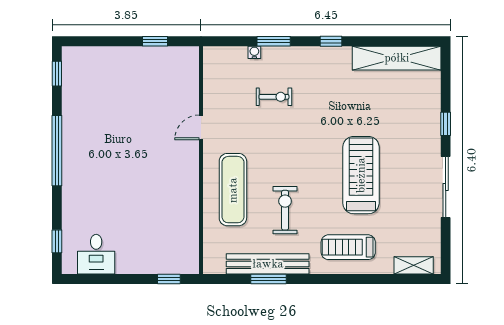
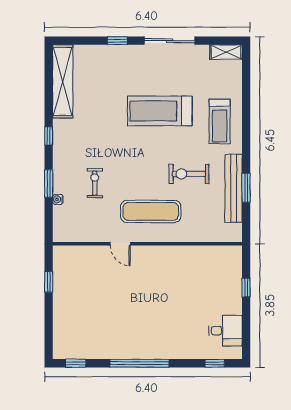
exercise mat: (233, 190) -> (151, 211), moved
shelving: (414, 265) -> (226, 52), moved, turned 90
window: (169, 279) -> (246, 287), moved

